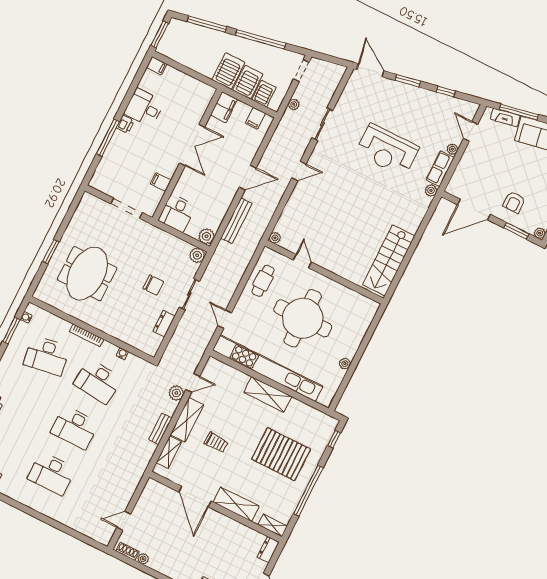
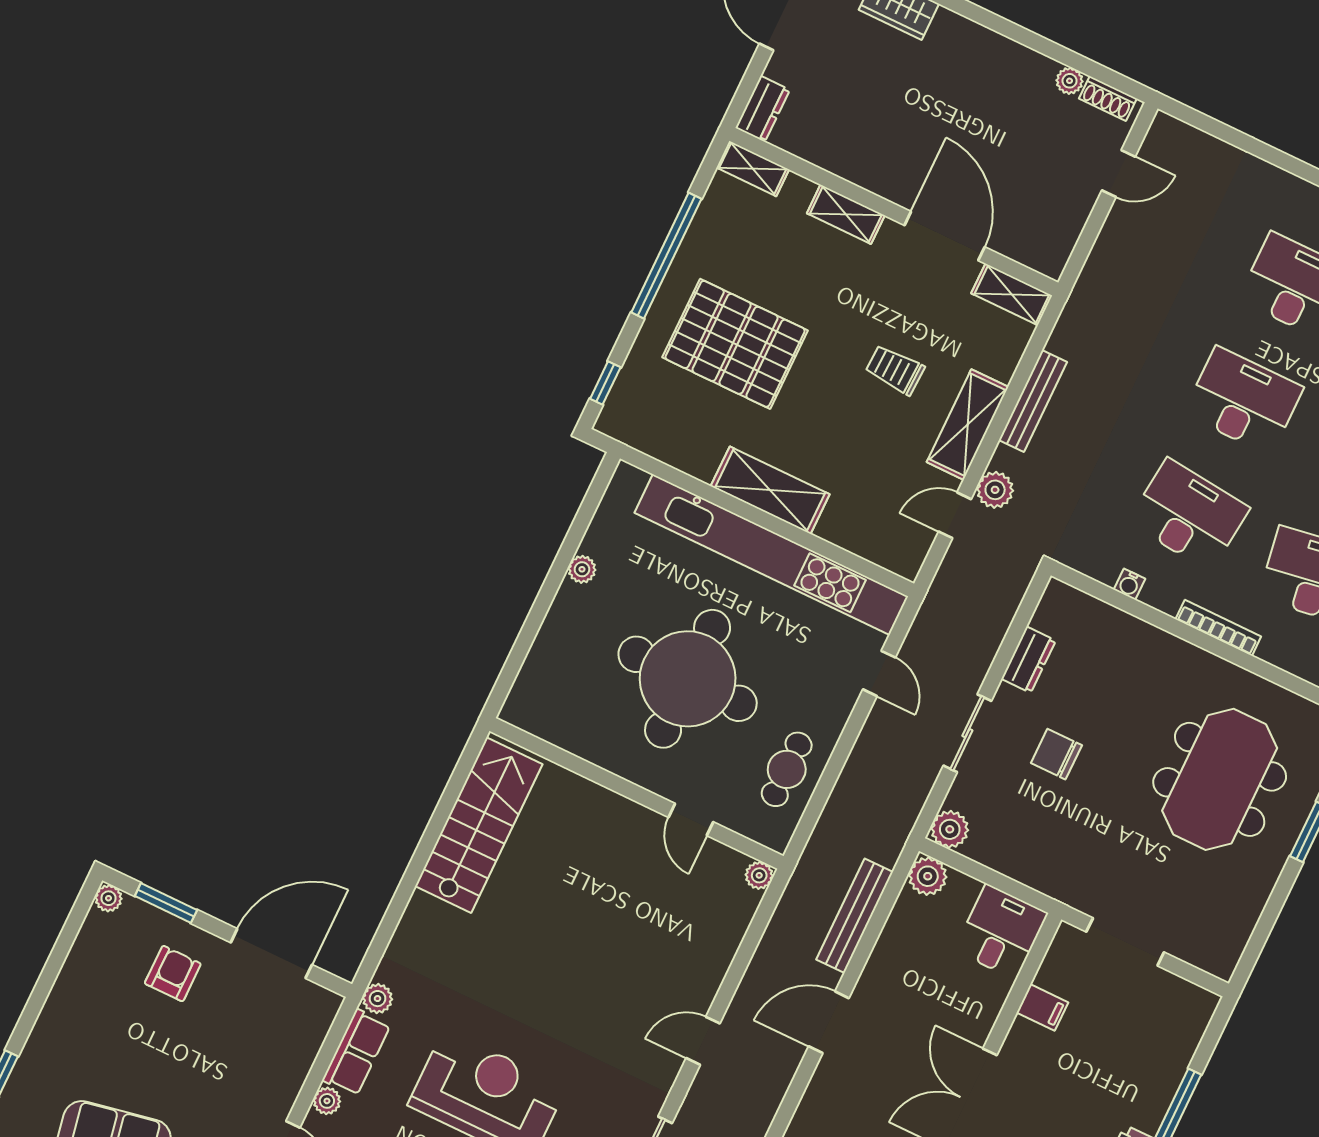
bench: (160, 429) -> (1033, 401), width x1.36
shelving: (169, 452) -> (1012, 294), moved, turned 90
shelving: (236, 504) -> (846, 214), width x0.67, depth x0.75

